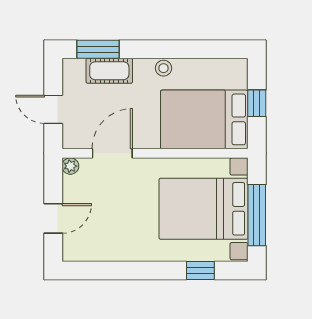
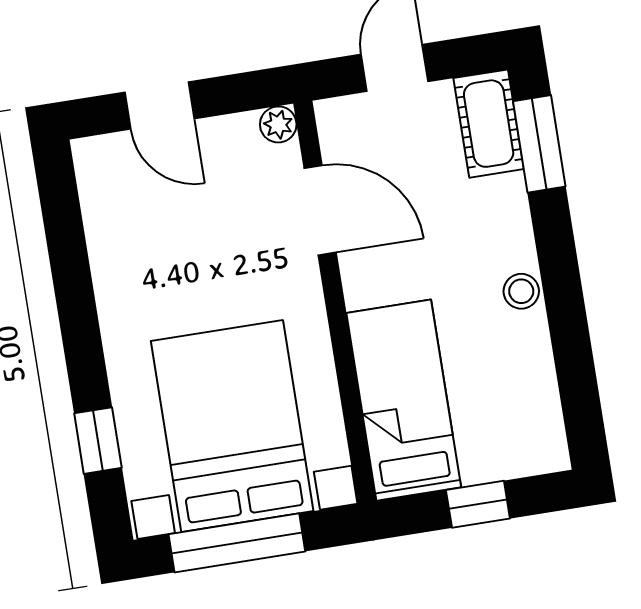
cot: (109, 71) -> (489, 124), moved
bed: (204, 119) -> (404, 400), width x0.67

